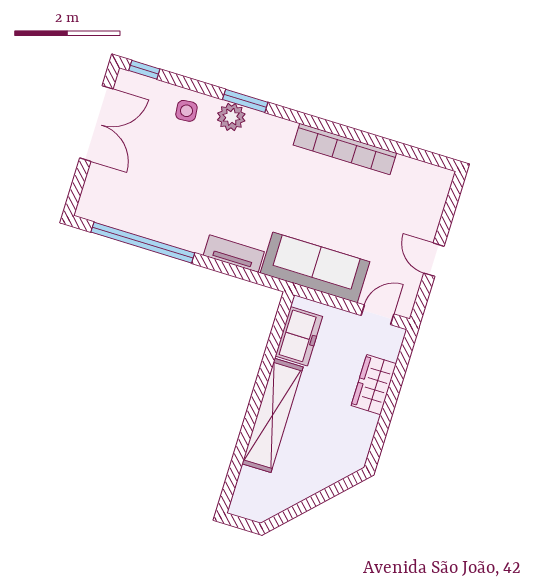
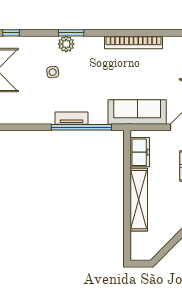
side table: (186, 111) -> (53, 72), moved
window: (143, 243) -> (81, 127), moved
tv unit: (234, 254) -> (72, 118), moved

